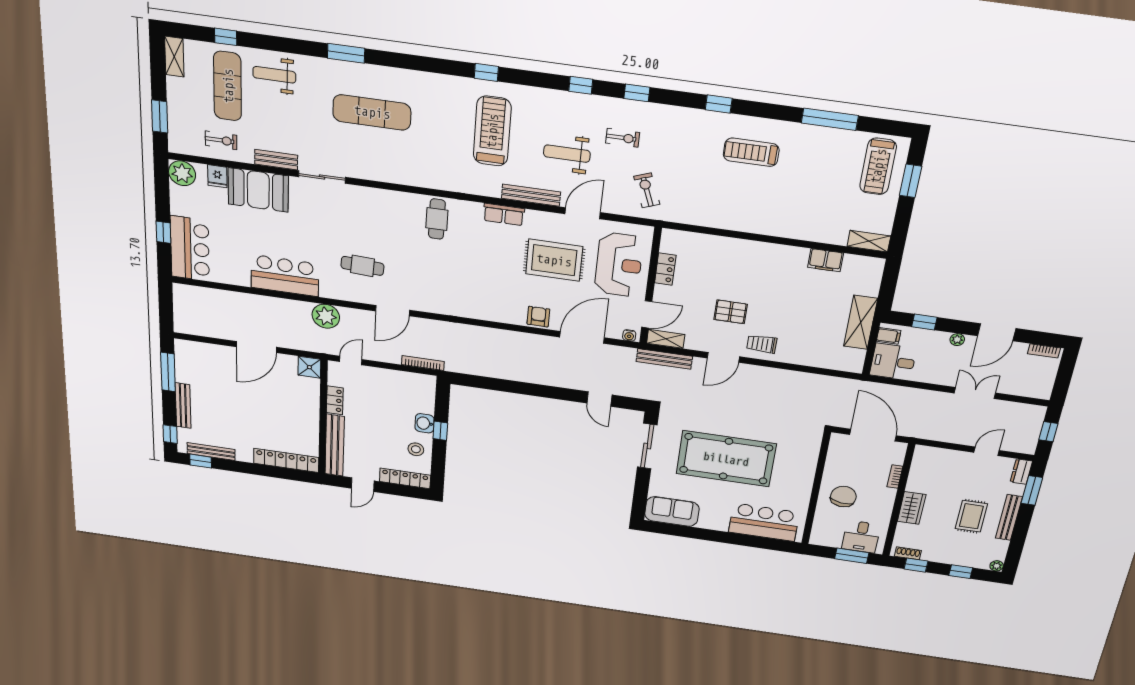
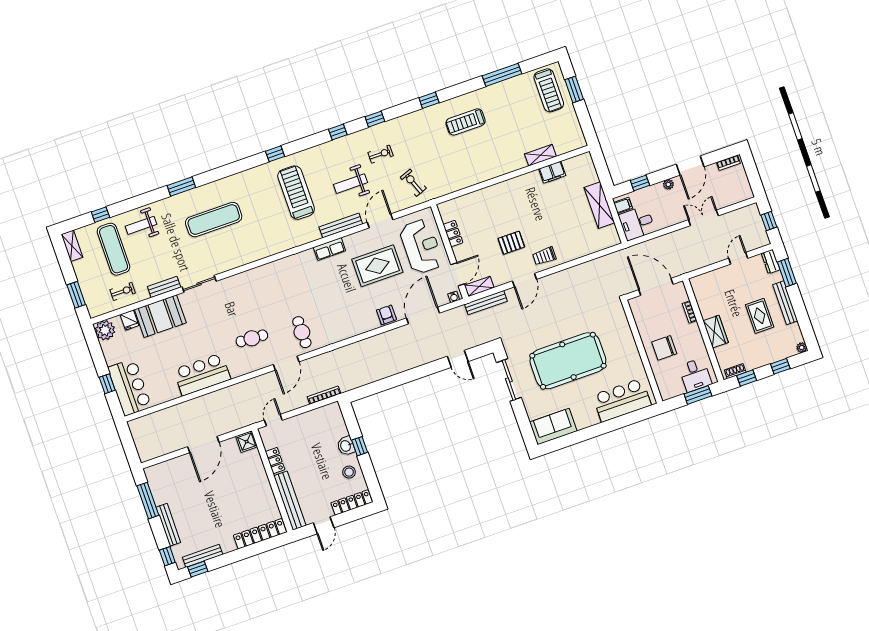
cafe table: (437, 219) -> (302, 332), moved
shelving: (869, 241) -> (540, 155), moved
plant: (326, 316) -> (242, 392), removed
chair: (843, 497) -> (664, 348), turned -98

